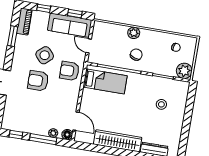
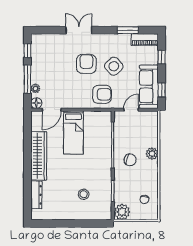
armchair: (69, 71) -> (102, 94), turned 90
bed: (105, 81) -> (73, 133), moved

